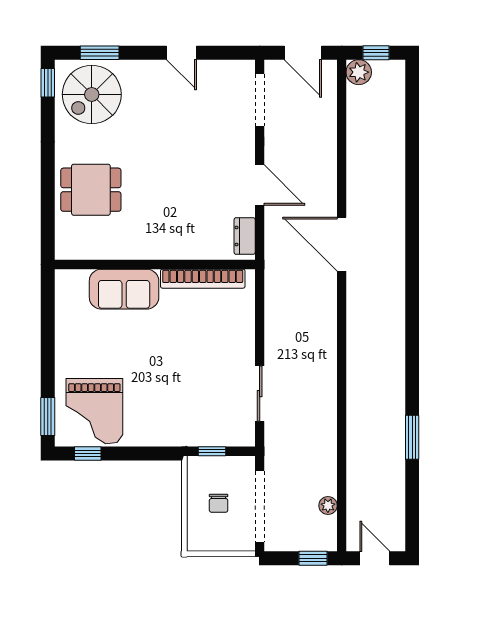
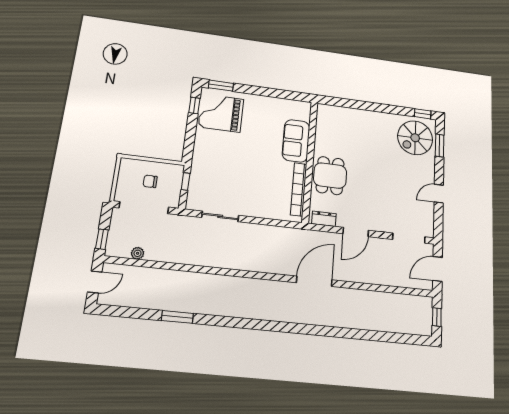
plant: (359, 72) -> (425, 304), removed
spiral stairs: (92, 94) -> (415, 138), turned -90
dining table: (91, 190) -> (330, 176), moved

